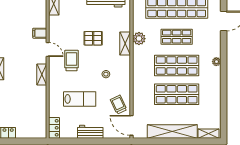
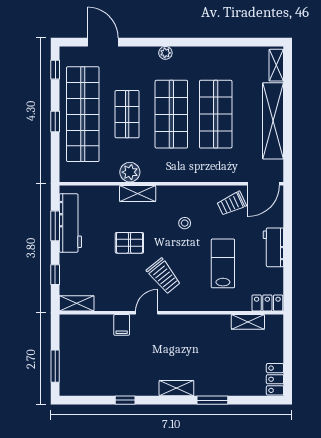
pallet: (93, 38) -> (129, 243), turned 90
trolley: (72, 61) -> (164, 276), turned -129
shelving: (42, 75) -> (248, 322), moved

